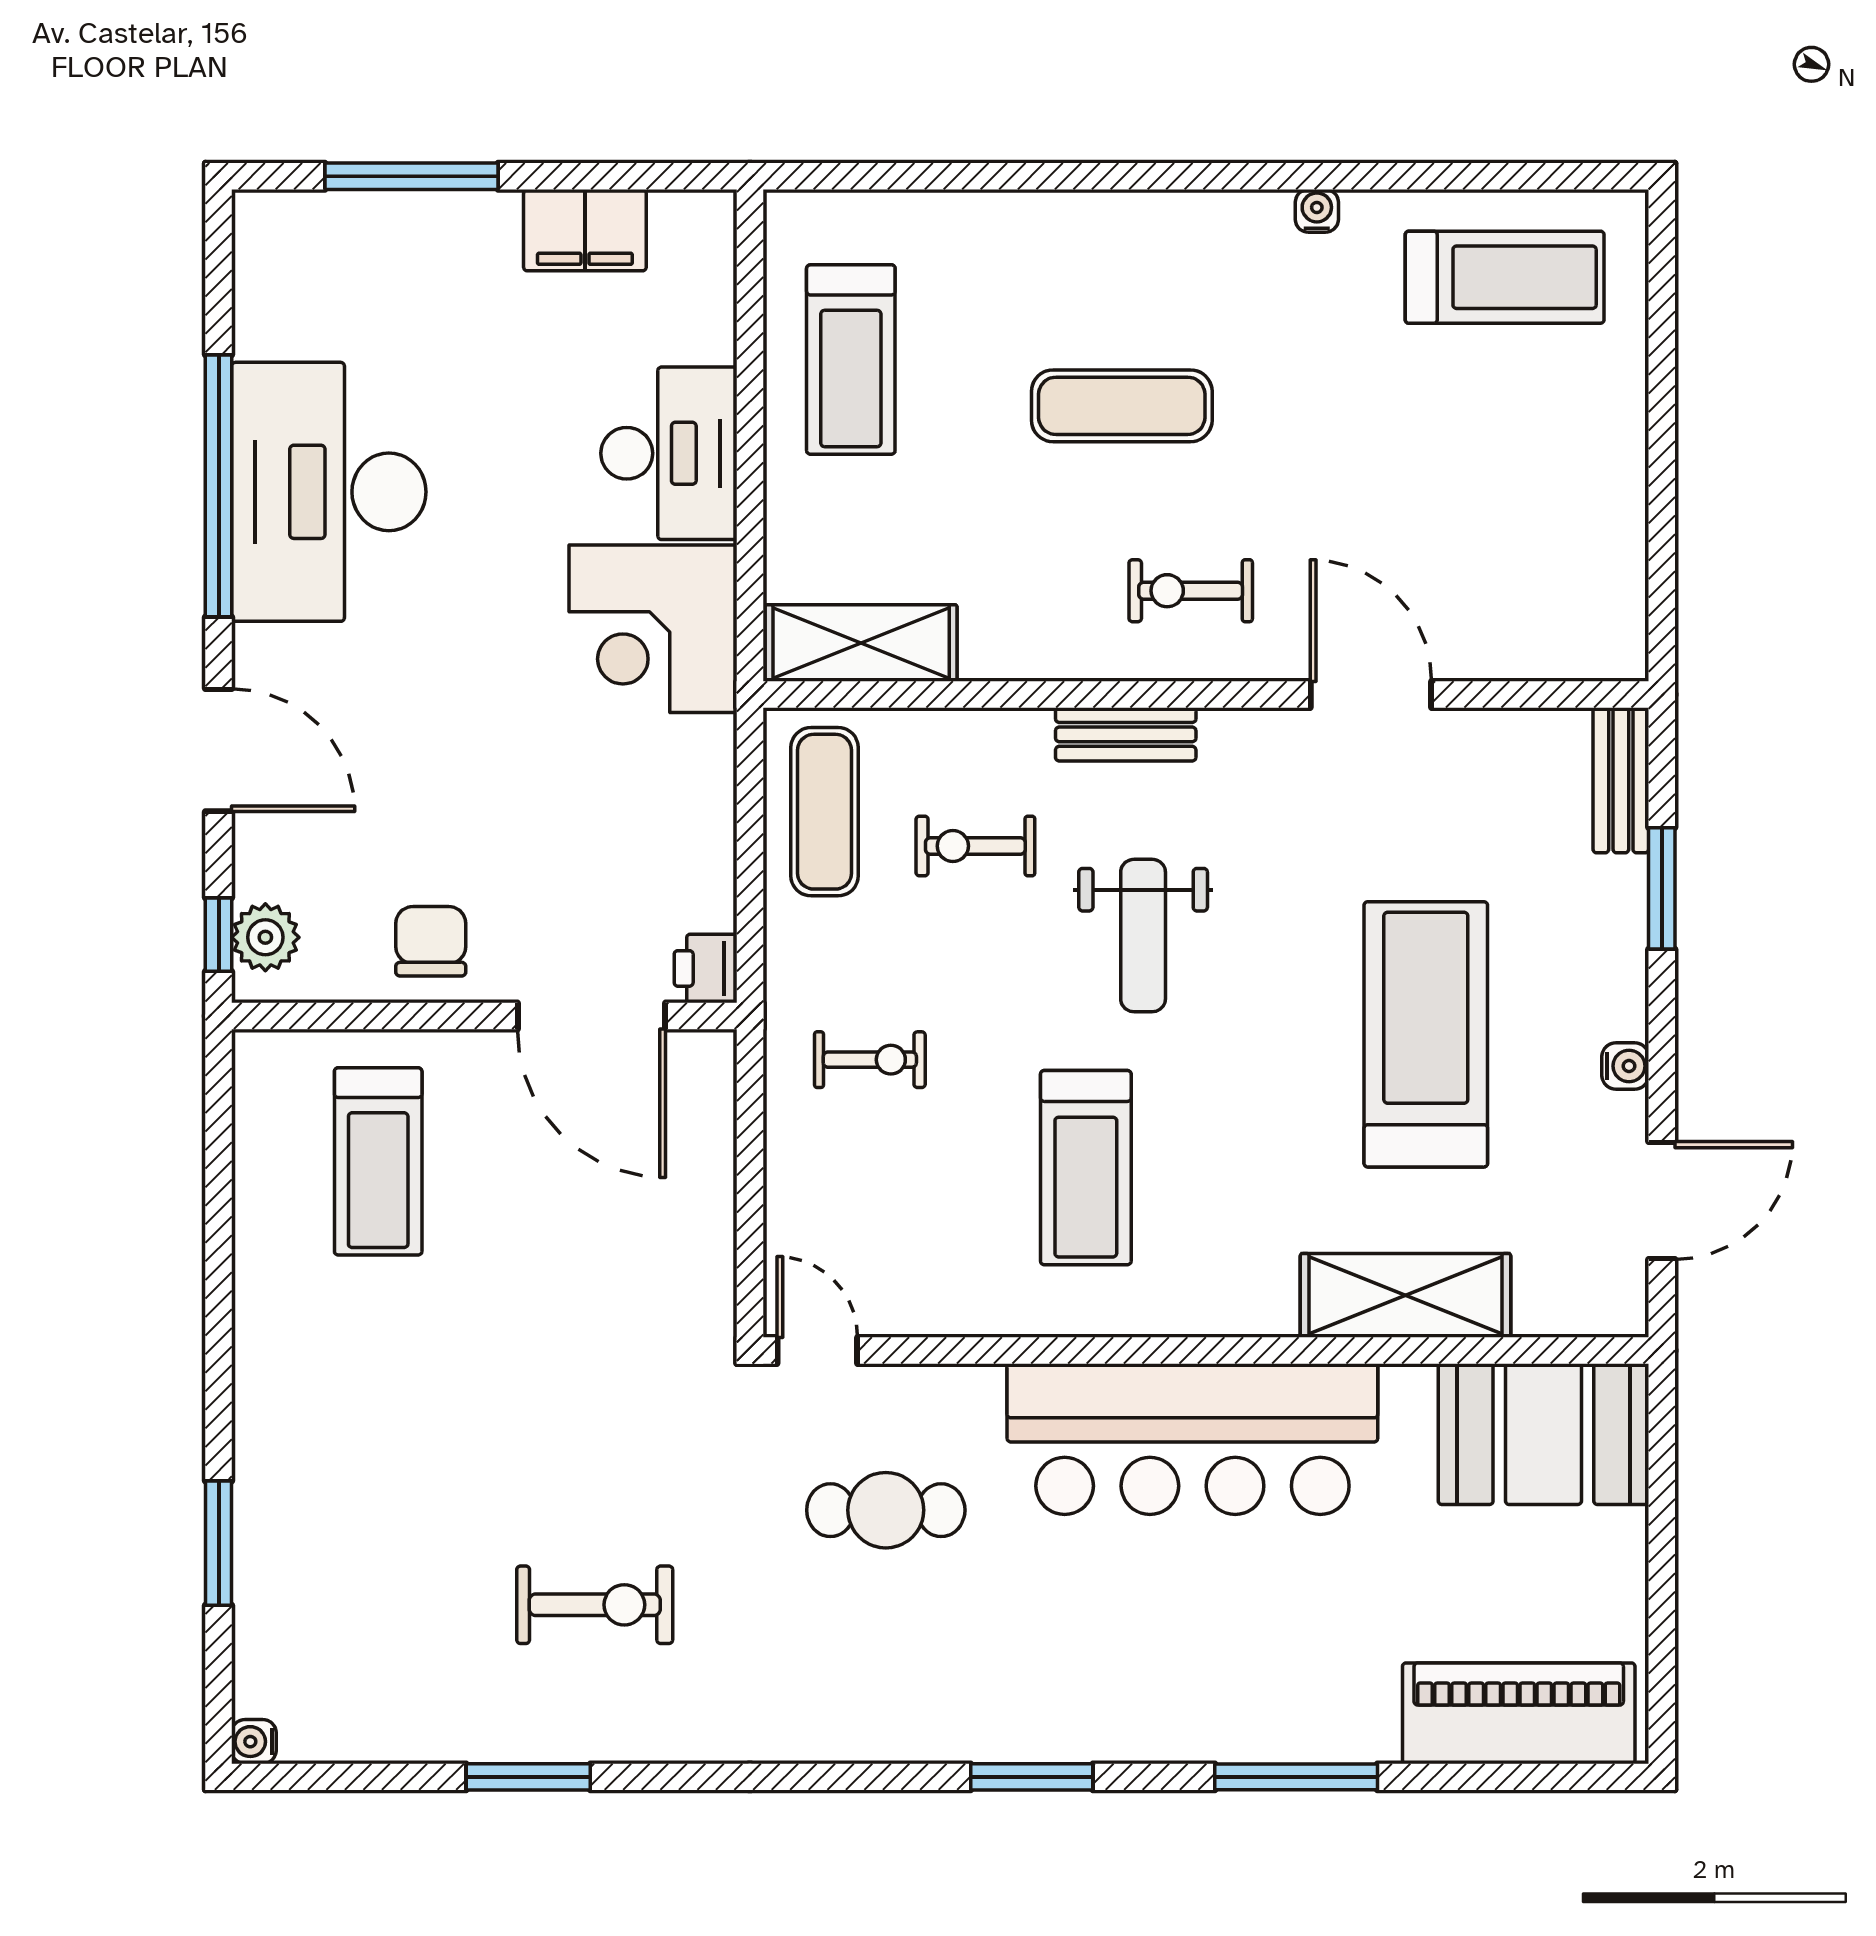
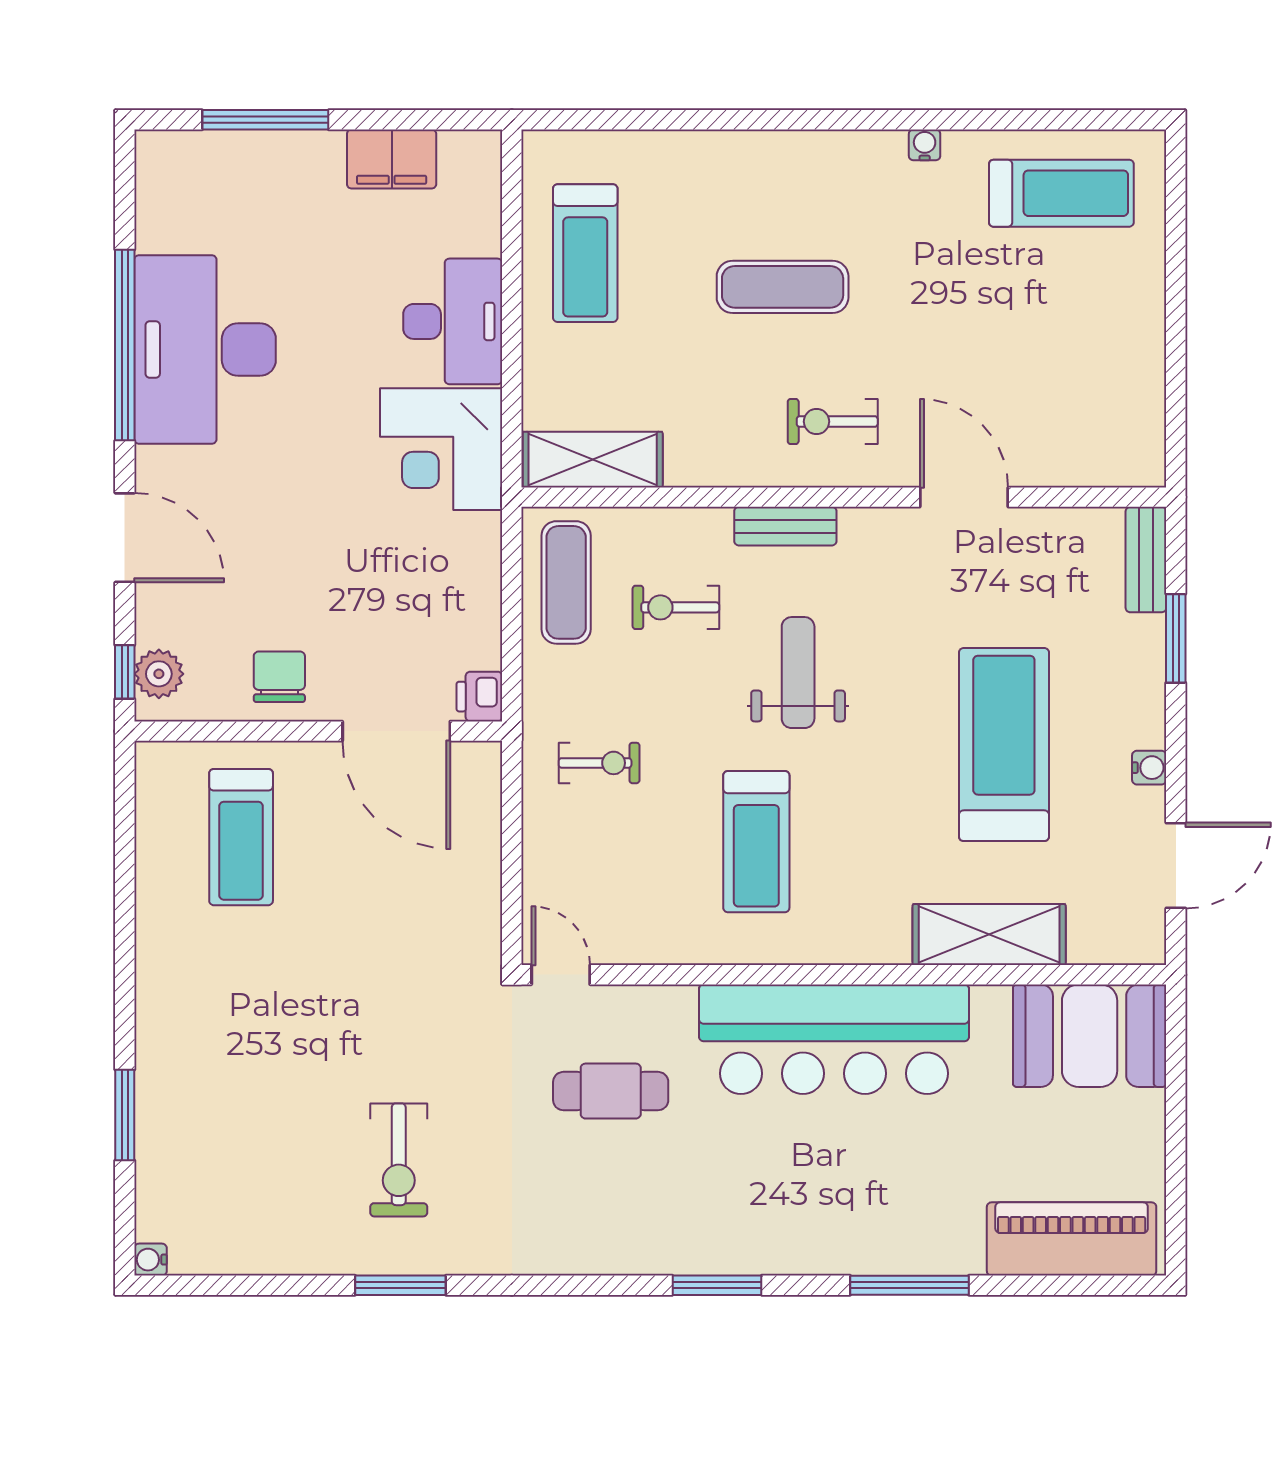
weight bench: (1143, 936) -> (798, 673), turned 180
exercise bike: (595, 1605) -> (399, 1160), turned 90
window: (528, 1777) -> (400, 1285), moved

